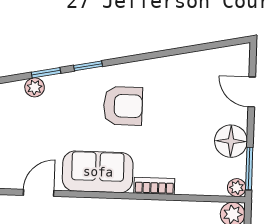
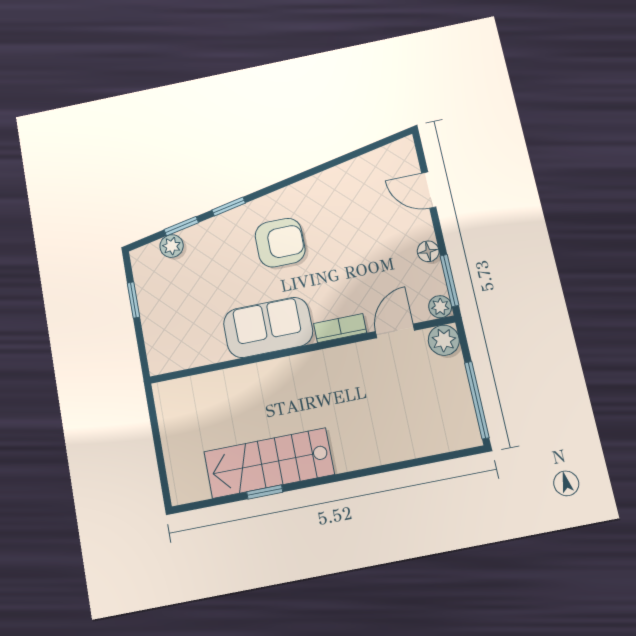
floor lamp: (231, 141) -> (428, 251), width x0.53, depth x0.53
door: (39, 193) -> (395, 331), moved

